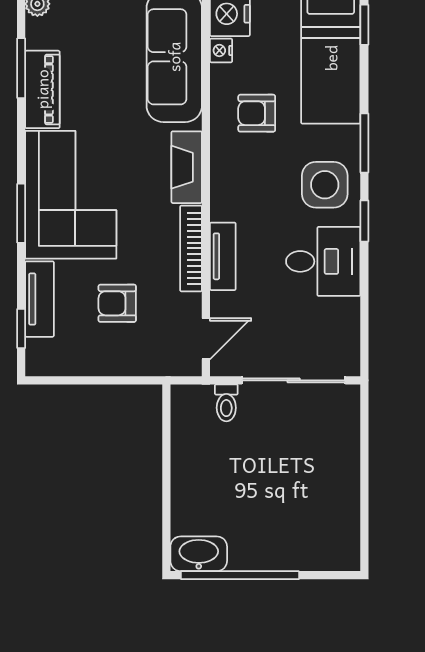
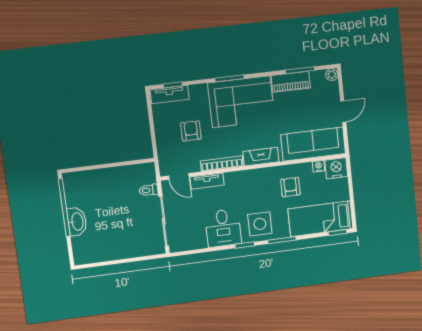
tv unit: (223, 256) -> (207, 181), moved
tv unit: (39, 299) -> (170, 94), moved
washbasin: (199, 554) -> (77, 222), moved

